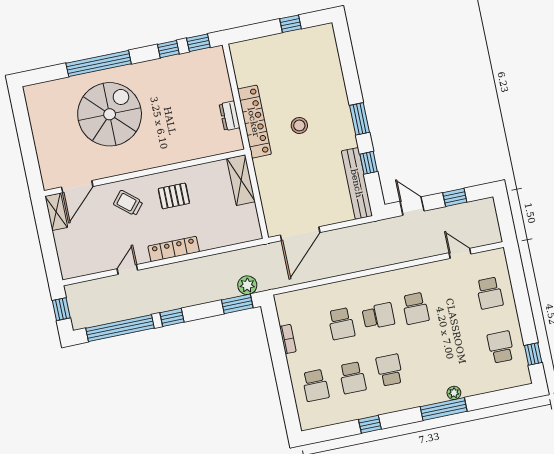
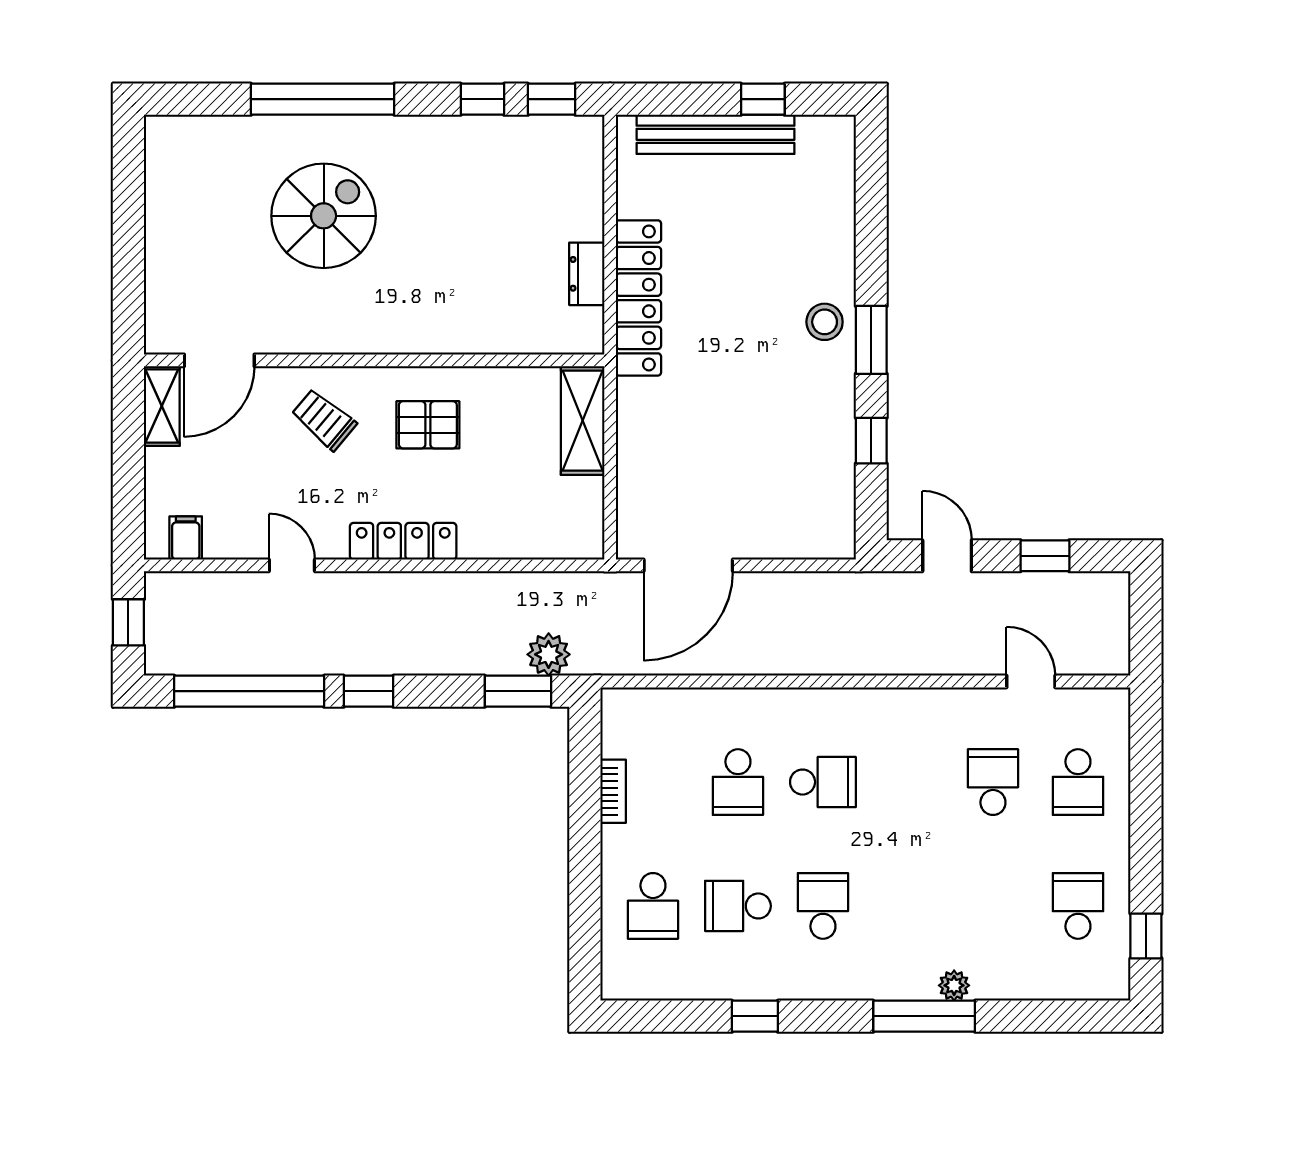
spiral stairs: (110, 114) -> (324, 216), width x0.73, depth x0.73
stool: (299, 125) -> (825, 322), moved
bench: (357, 183) -> (716, 134), moved, turned 90
filing cabinet: (79, 267) -> (186, 538), added
door: (127, 270) -> (292, 565), hinge flipped
school desk: (415, 308) -> (993, 782), moved, turned 180
school desk: (353, 378) -> (738, 906), turned 90

